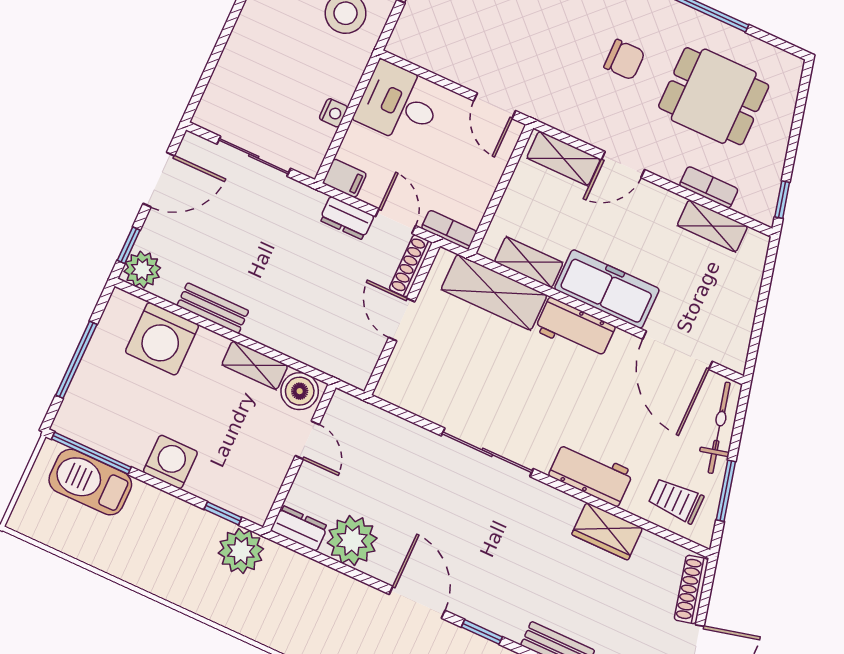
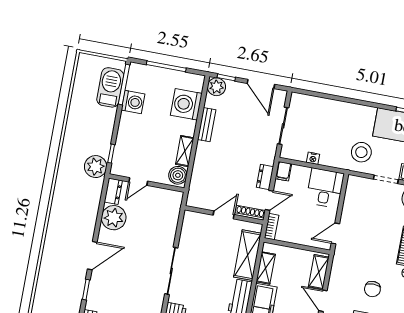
door: (307, 440) -> (138, 181), moved
washing machine: (170, 462) -> (133, 102), moved

